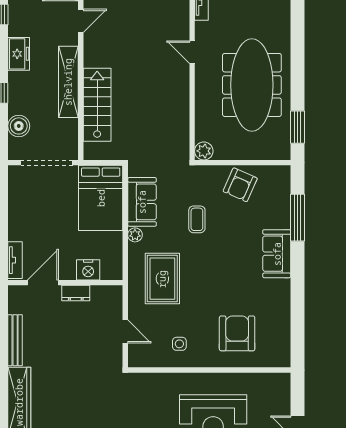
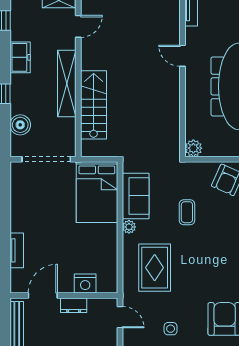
nightstand: (88, 270) -> (85, 284), moved
door: (43, 283) -> (43, 296), moved
wall: (65, 283) -> (64, 296), moved
dresser: (76, 293) -> (74, 305), moved

